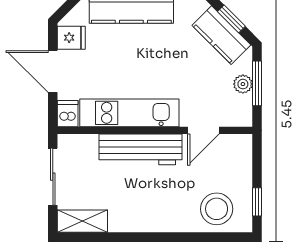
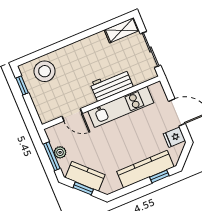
dishwasher: (68, 114) -> (157, 91), removed
door: (203, 130) -> (72, 115), swing flipped
workbench: (141, 149) -> (112, 85), width x0.73

